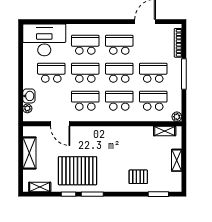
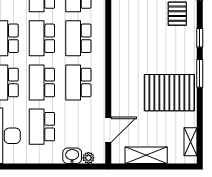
door: (60, 124) -> (108, 130), moved
pallet: (78, 171) -> (169, 93), turned 90
window: (69, 194) -> (200, 38), moved

